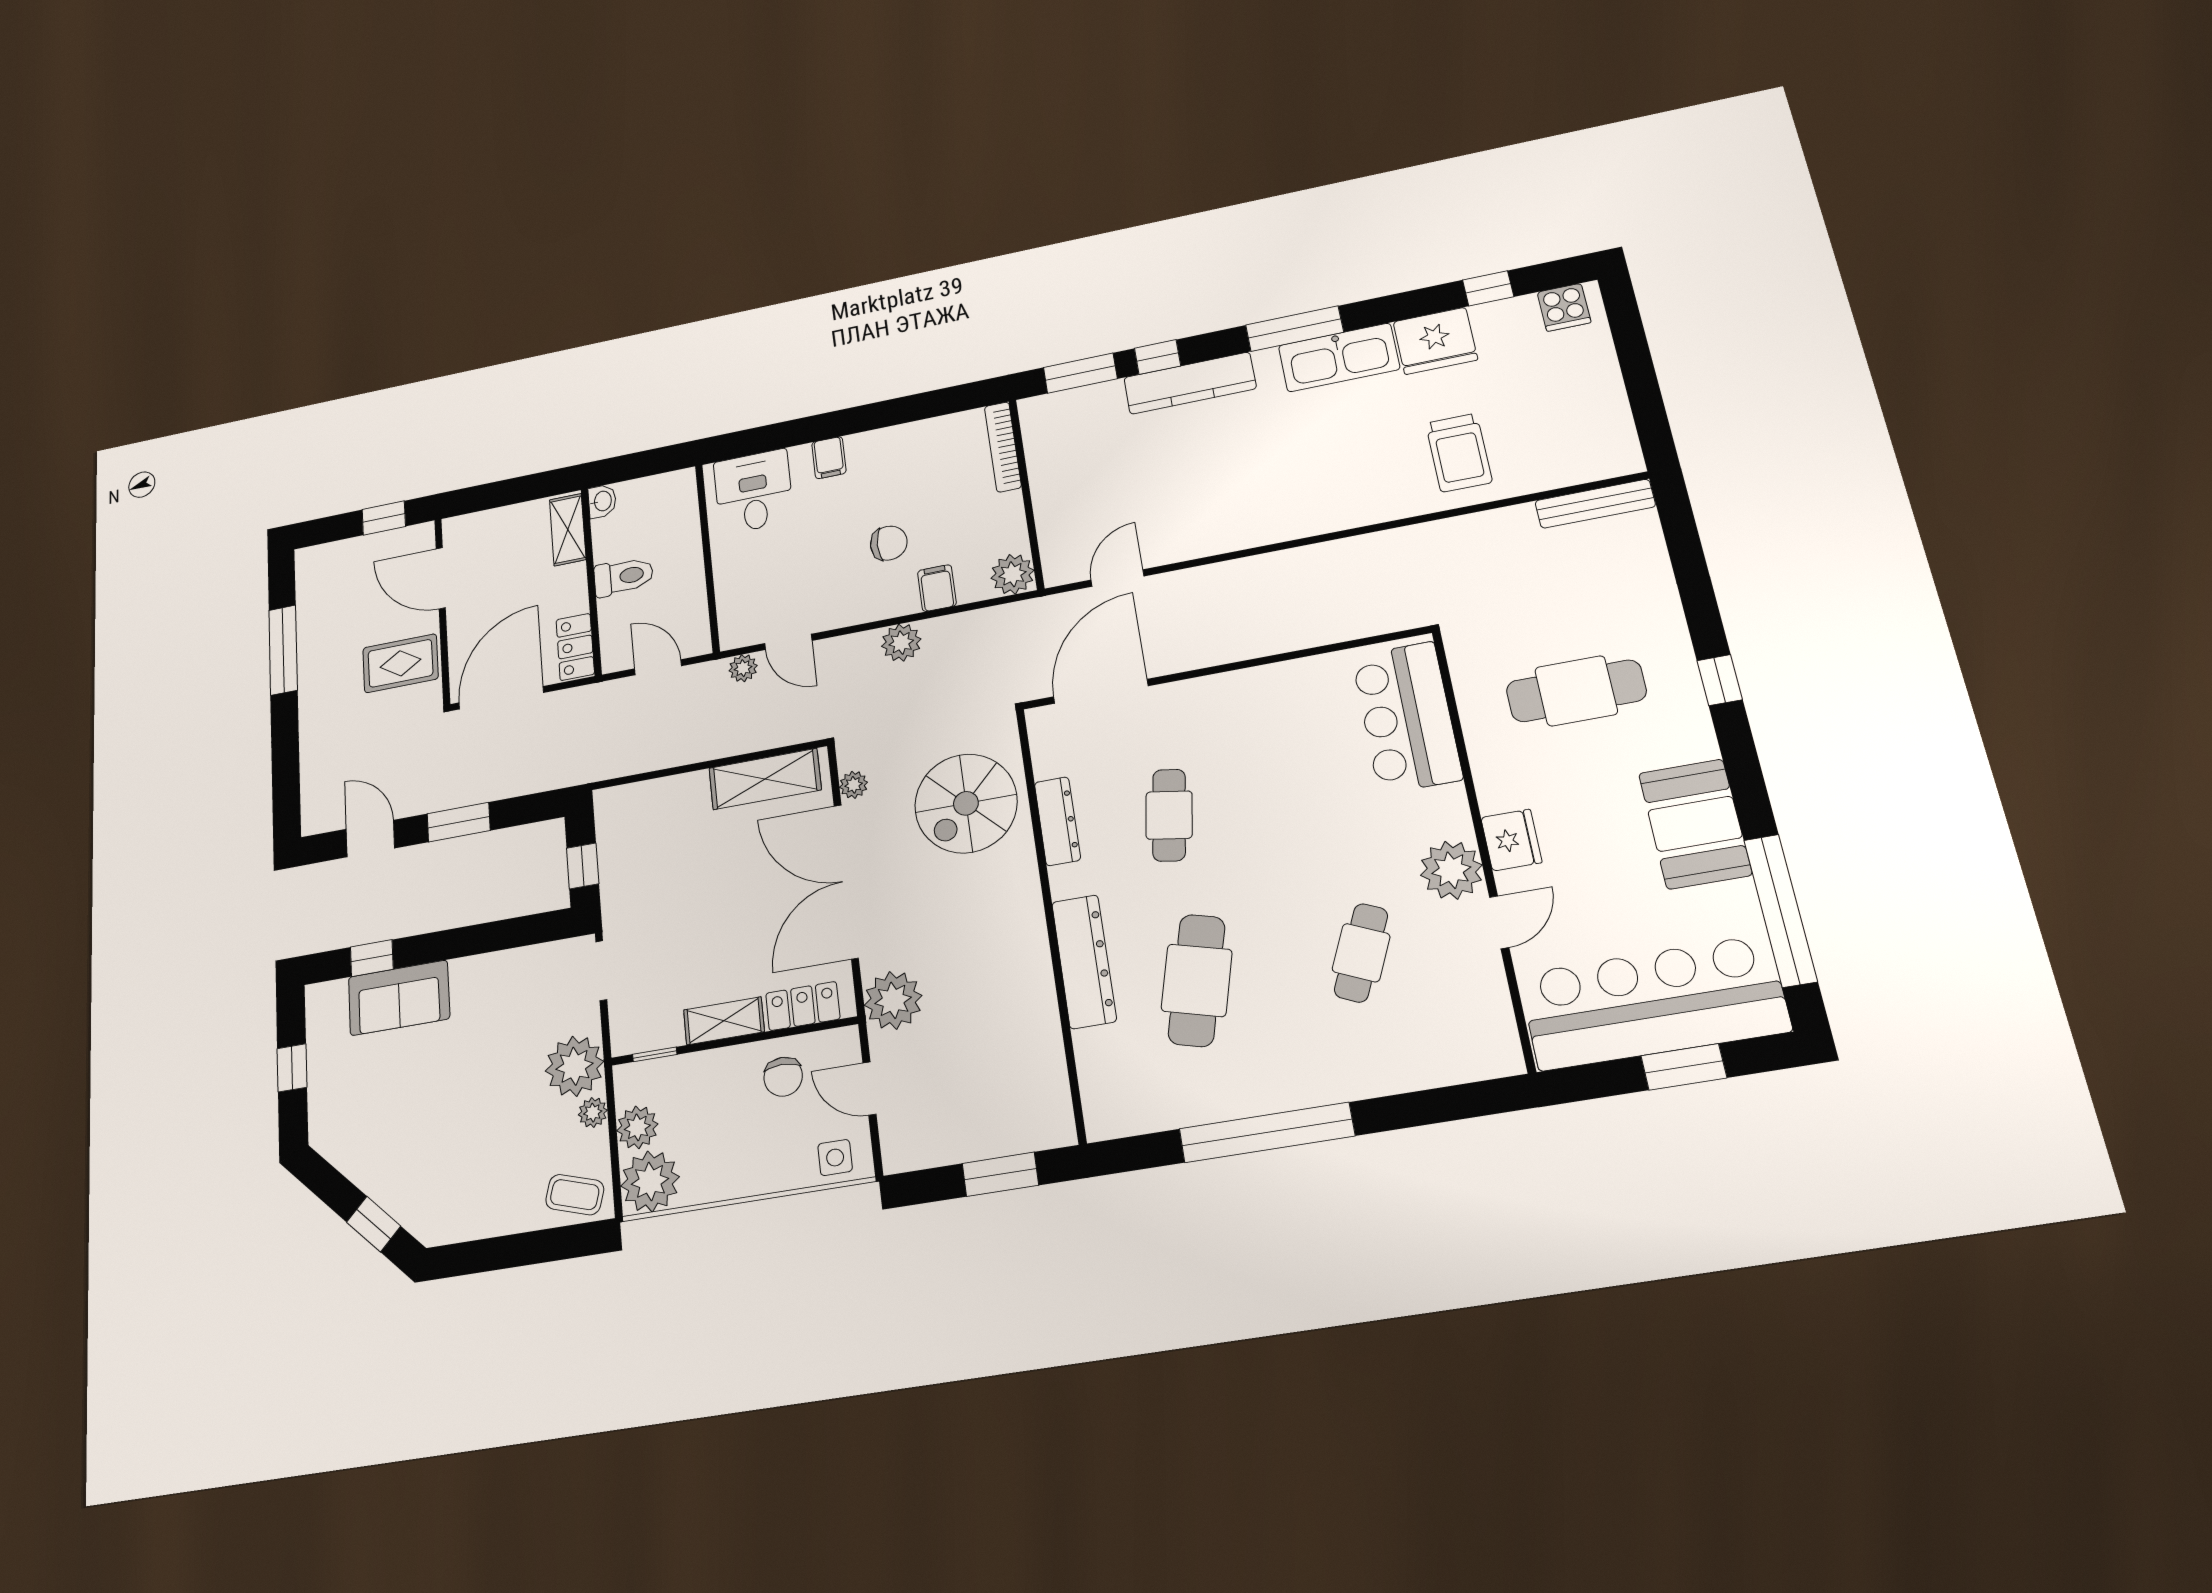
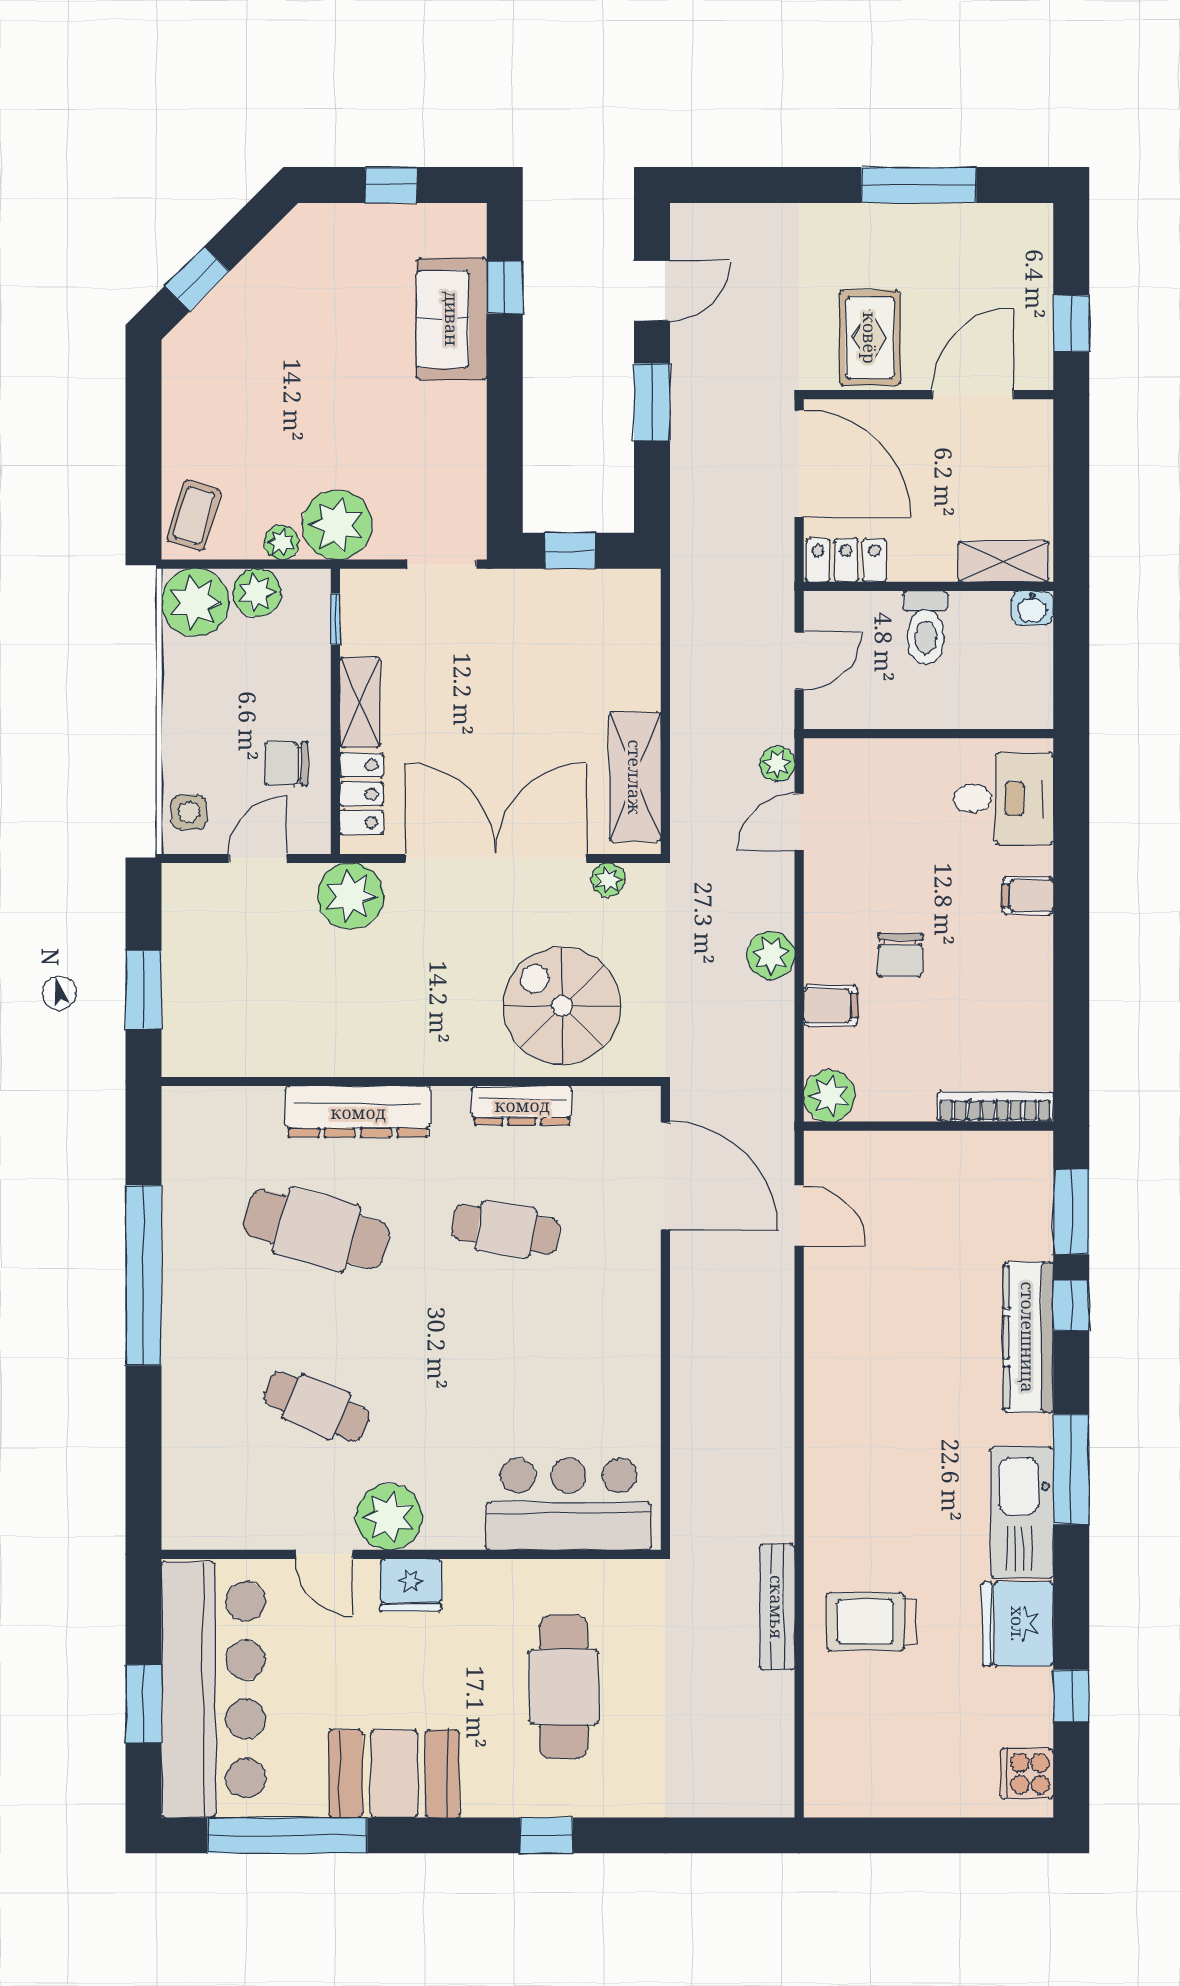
bench: (1595, 504) -> (777, 1607), moved

